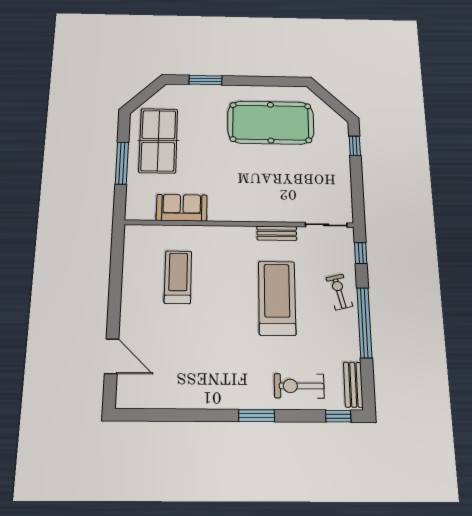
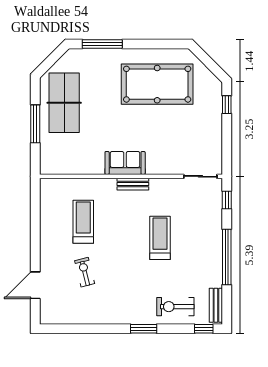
window: (205, 80) -> (102, 44), width x1.44
sofa: (182, 208) -> (125, 163), moved
bench: (277, 233) -> (133, 184), moved
exercise bike: (339, 292) -> (85, 272), moved
treadmill: (277, 298) -> (160, 238), width x0.73, depth x0.73
door: (112, 356) -> (35, 285), swing flipped

